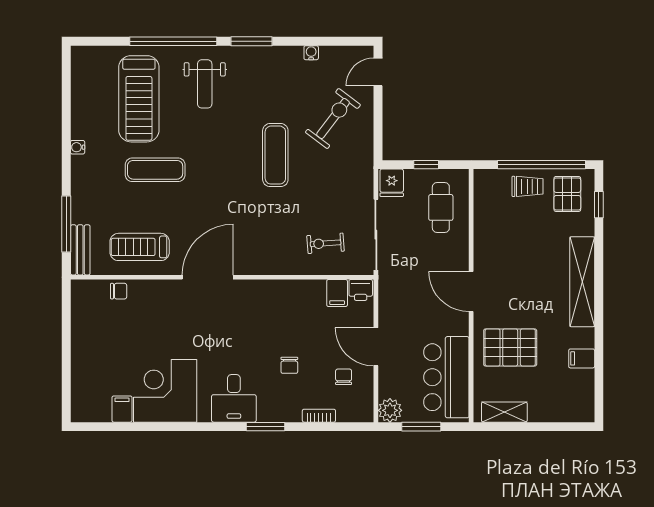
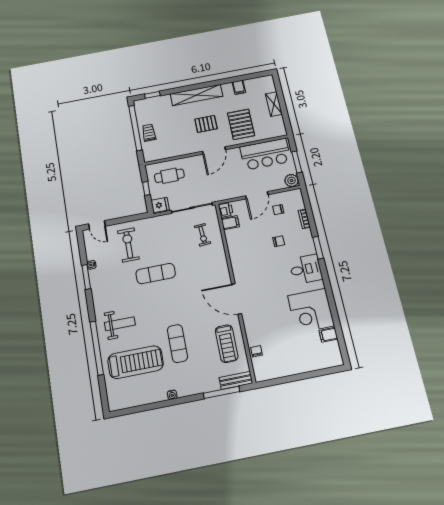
window: (252, 41) -> (86, 277), moved
exercise bike: (333, 118) -> (128, 245), turned 53
pallet: (567, 194) -> (206, 124), moved
shelving: (504, 412) -> (274, 104), moved

